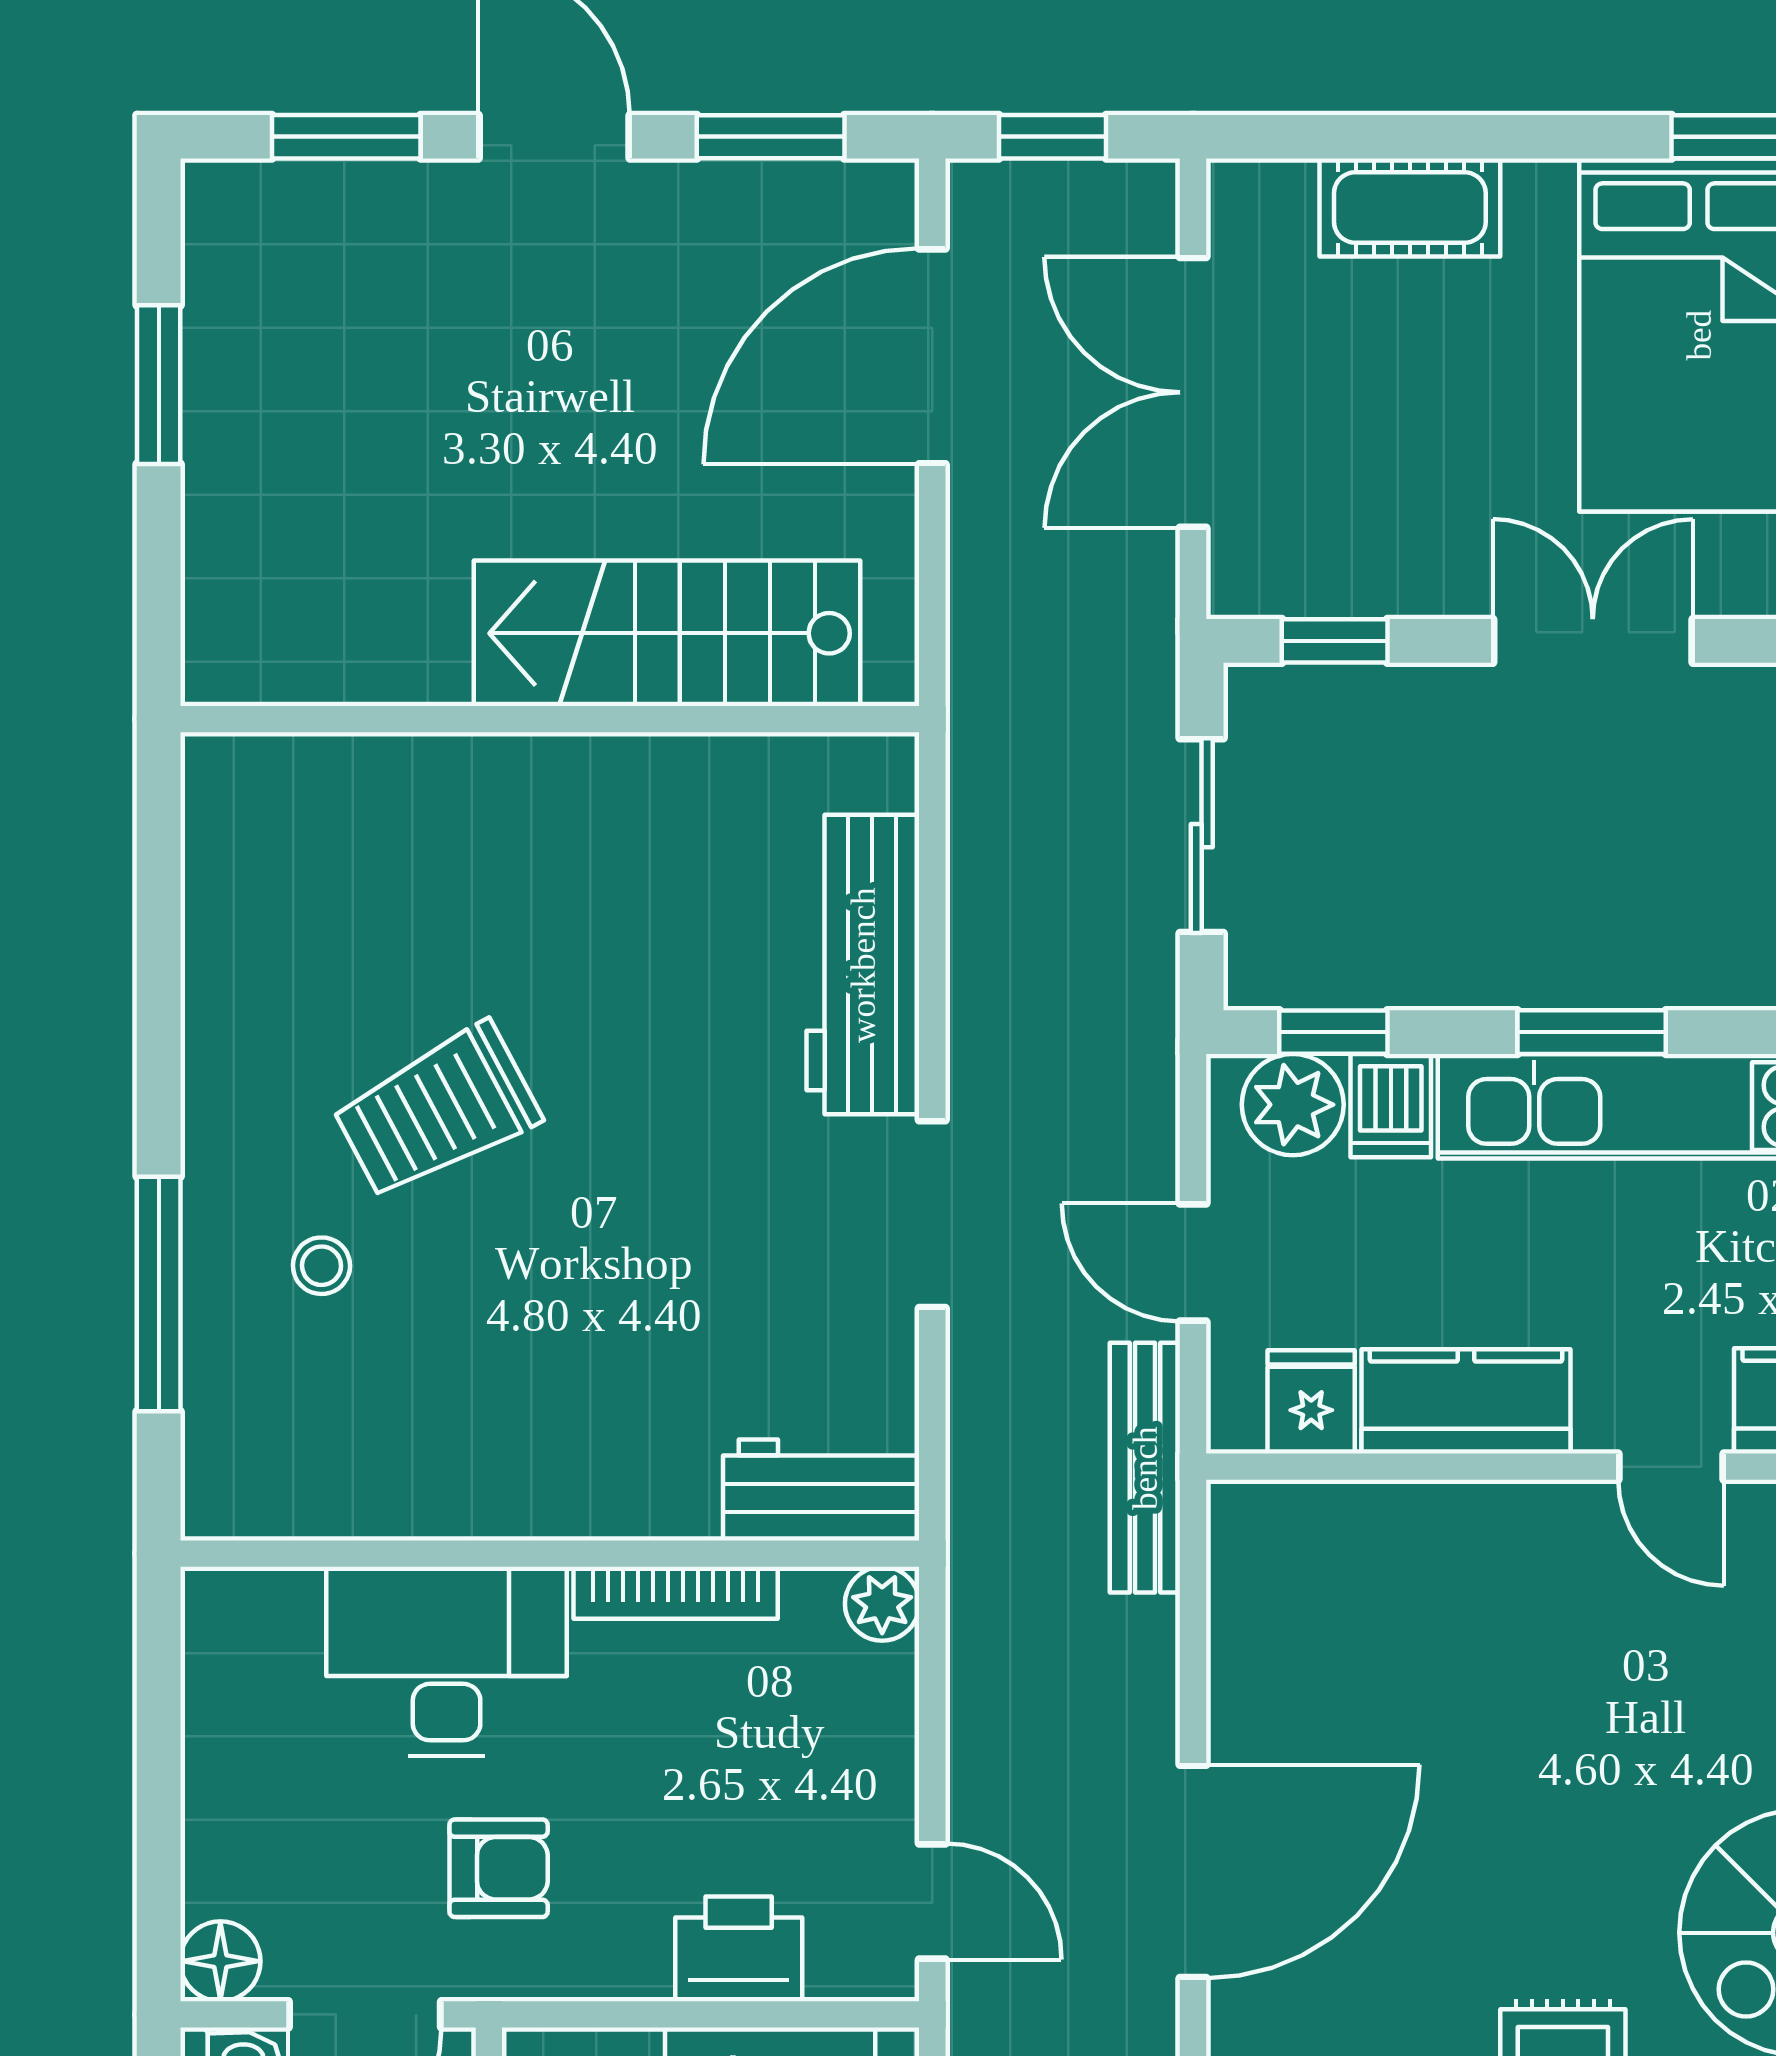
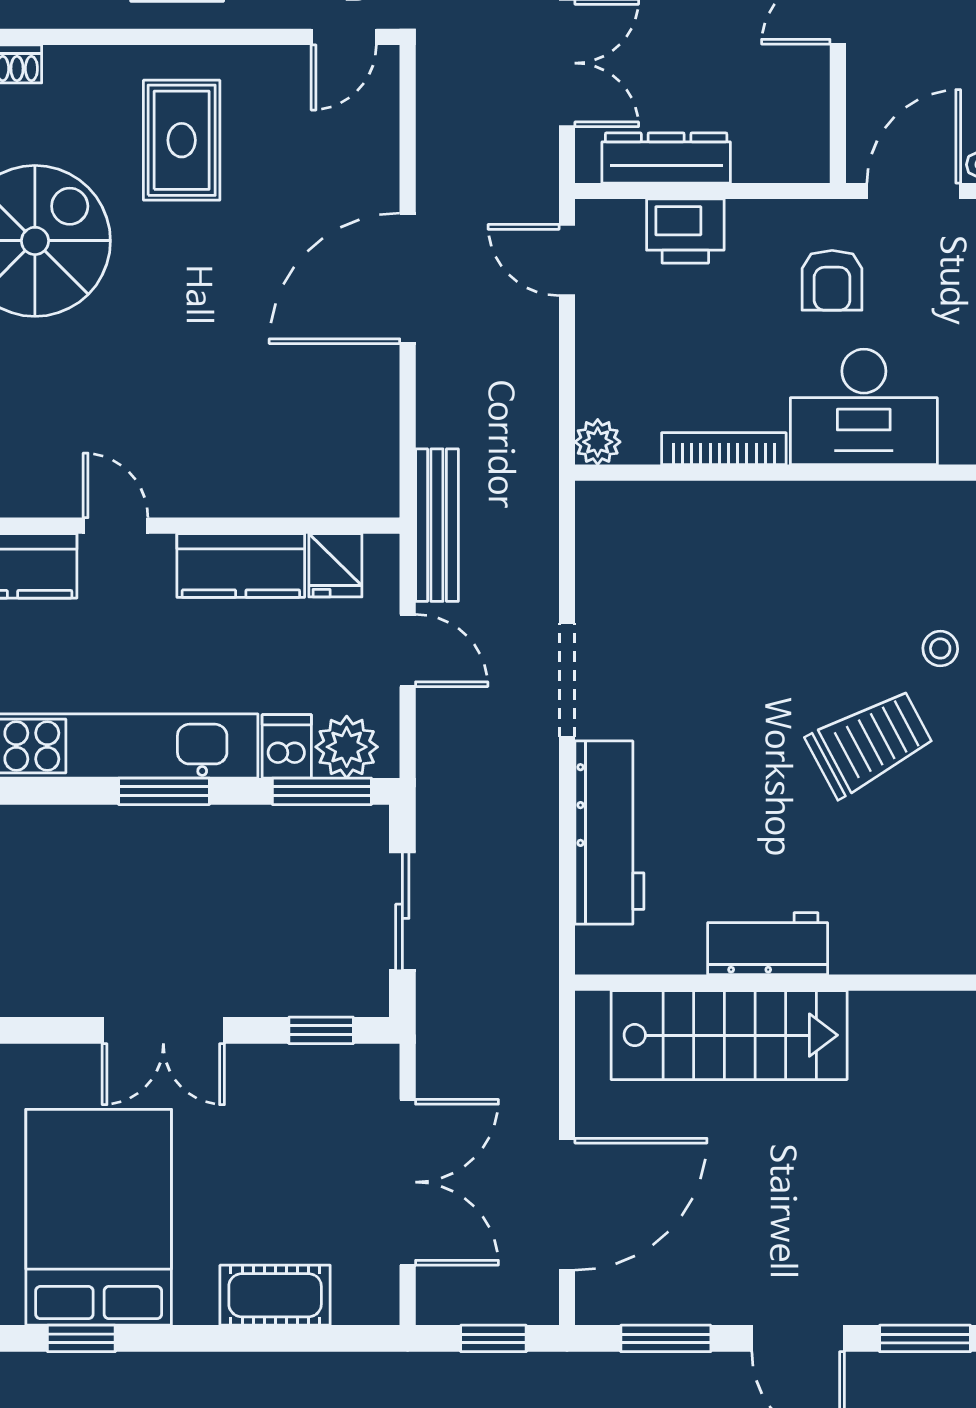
window: (1333, 1032) -> (322, 791), width x1.50
workbench: (821, 1490) -> (768, 944), moved, turned 180
armchair: (499, 1868) -> (832, 280), turned -90

